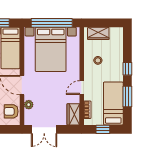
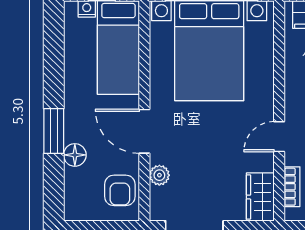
armchair: (11, 111) -> (120, 190), turned -90

